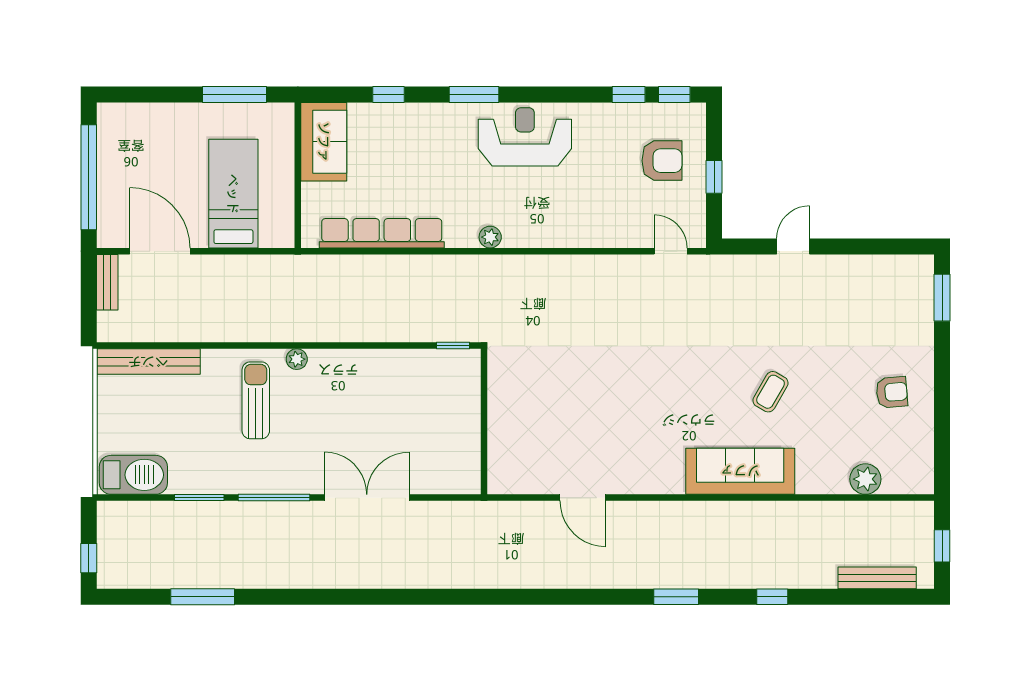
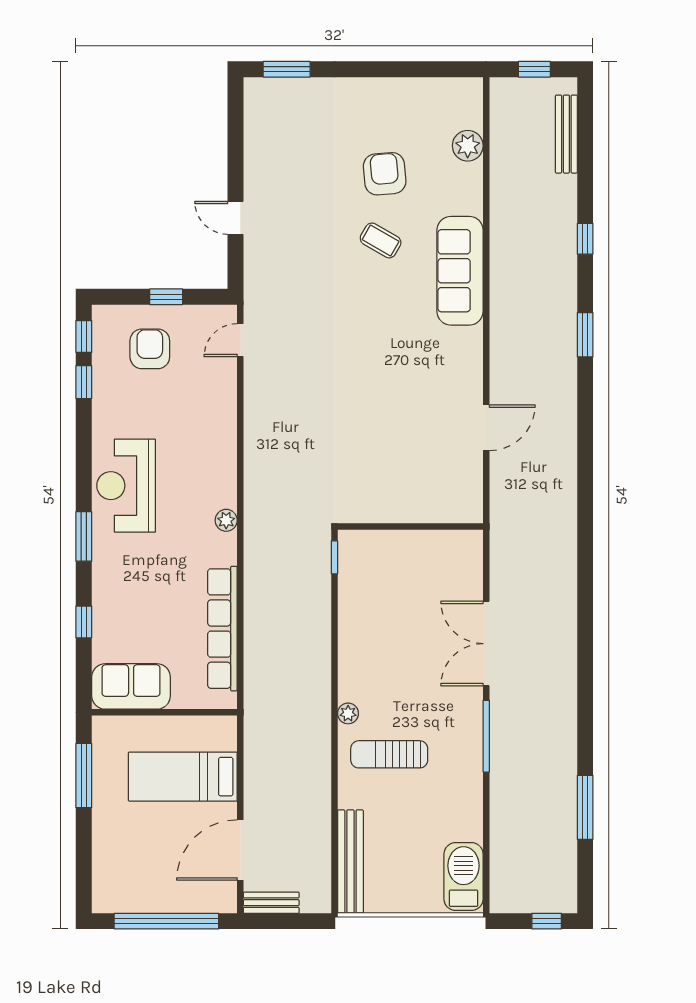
armchair: (892, 392) -> (385, 174), moved, width x1.38, depth x1.38
window: (199, 498) -> (486, 811), removed

